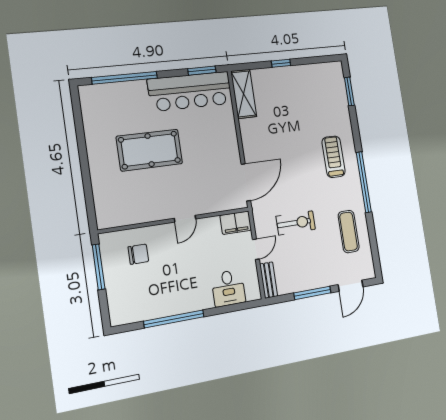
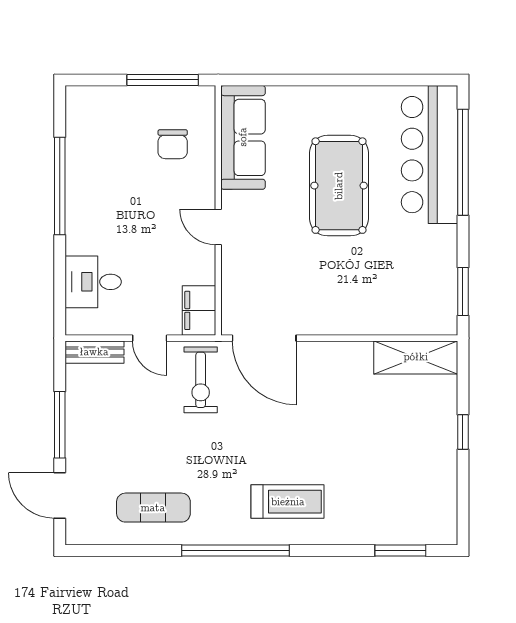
bar counter: (190, 91) -> (429, 155), moved
sofa: (128, 212) -> (243, 137), added
exercise bike: (296, 223) -> (201, 380), moved

